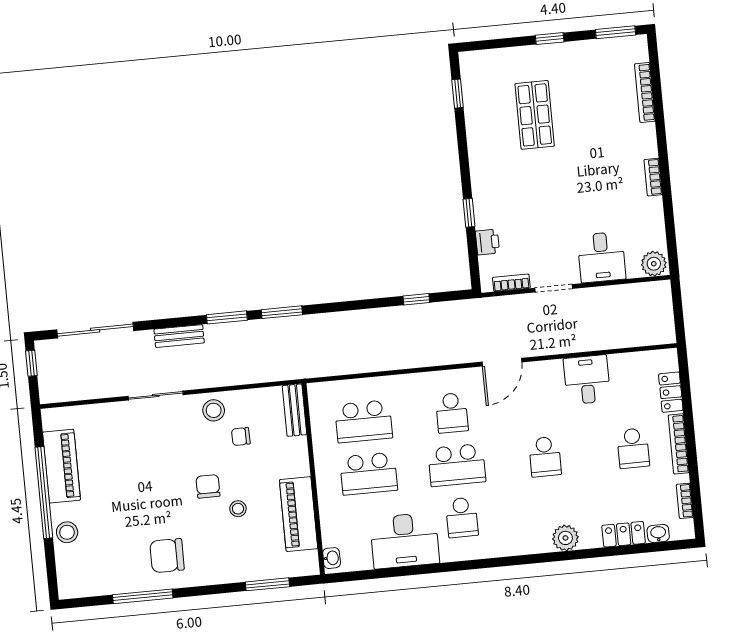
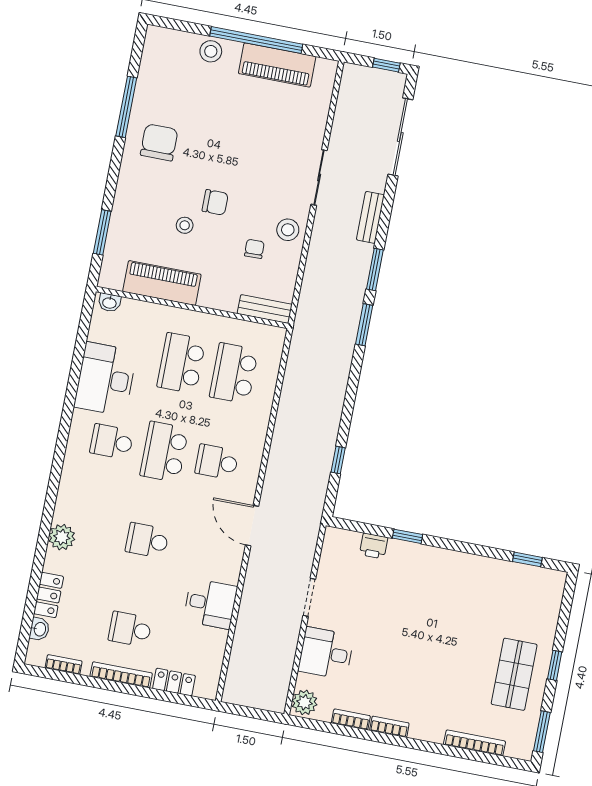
shop shelf: (535, 115) -> (514, 674), moved, turned 90
bookcase: (511, 283) -> (351, 719), moved, turned -90

